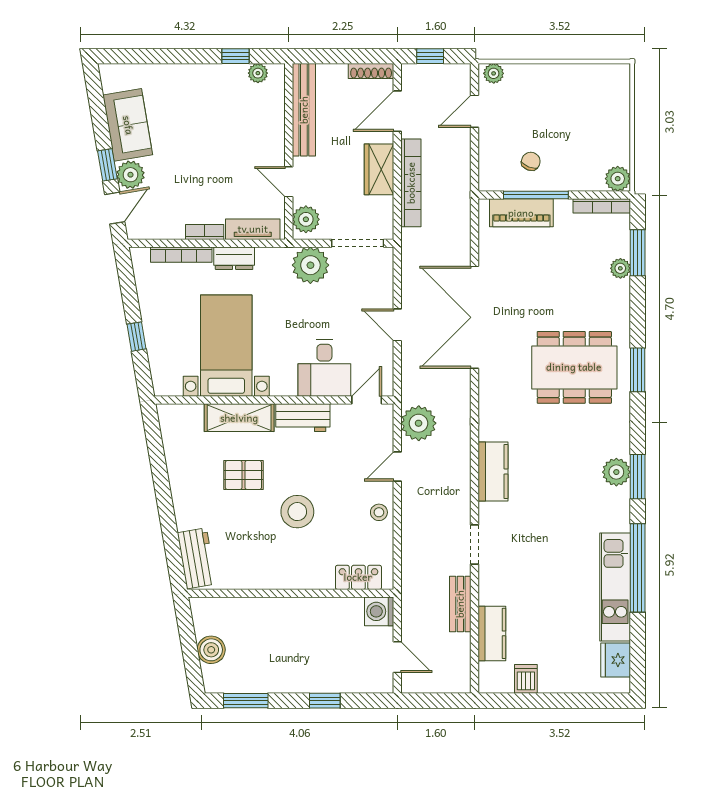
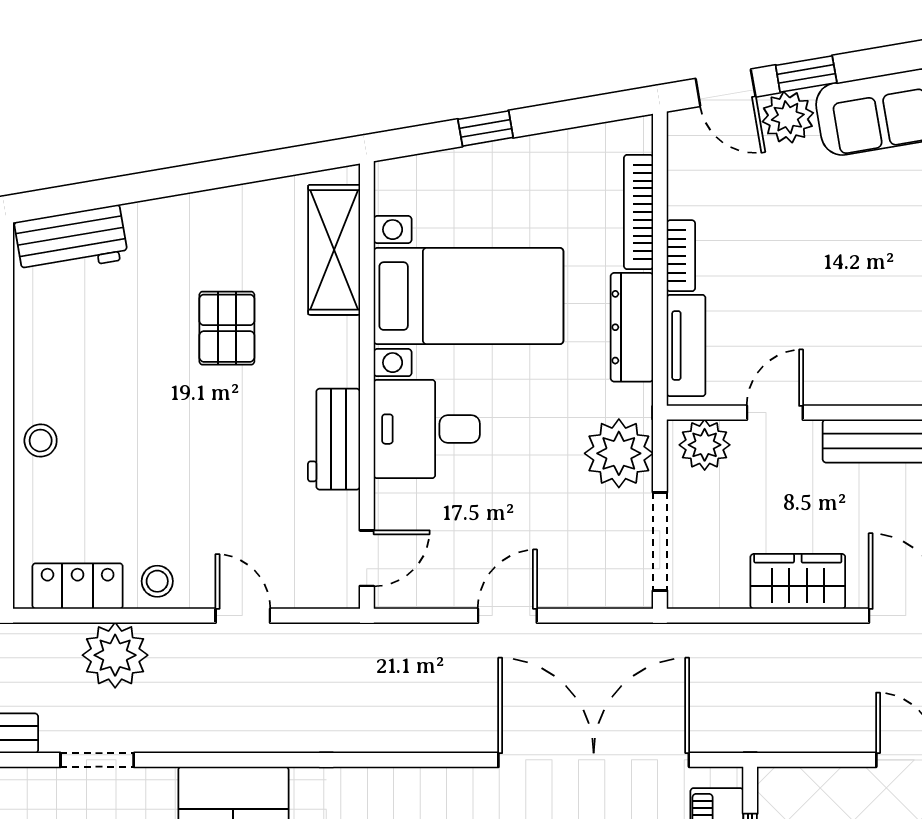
bookcase: (411, 183) -> (773, 641), removed
dresser: (234, 258) -> (632, 327), width x1.44
double door: (475, 317) -> (594, 760), moved
desk: (324, 368) -> (427, 429), moved
door: (367, 400) -> (367, 558), hinge flipped
shelving: (239, 418) -> (334, 250), moved
plant: (419, 423) -> (115, 655), moved
stool: (297, 512) -> (41, 441), moved, width x0.53, depth x0.53
locker: (358, 577) -> (78, 586), moved, turned -90

